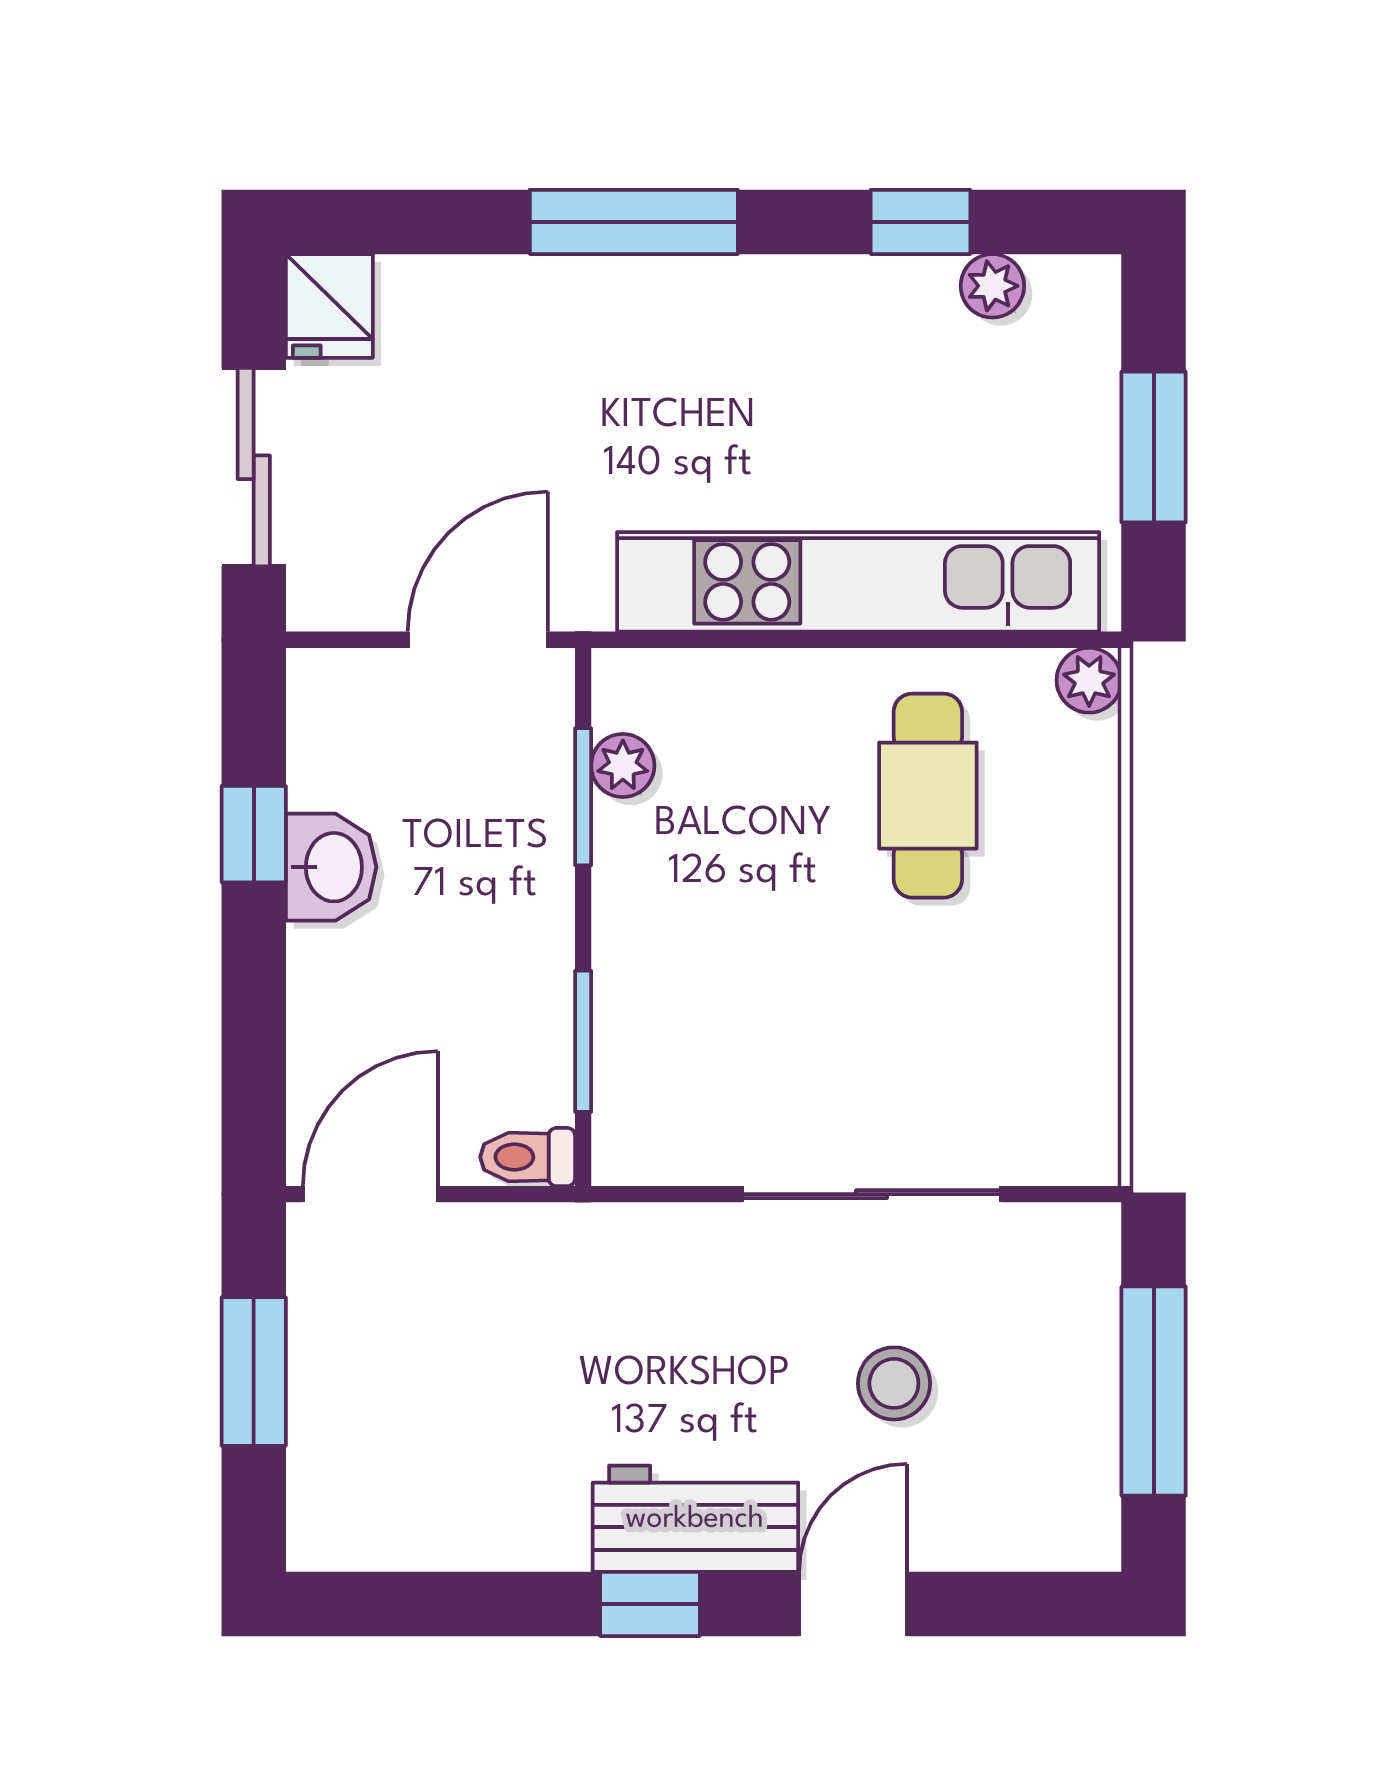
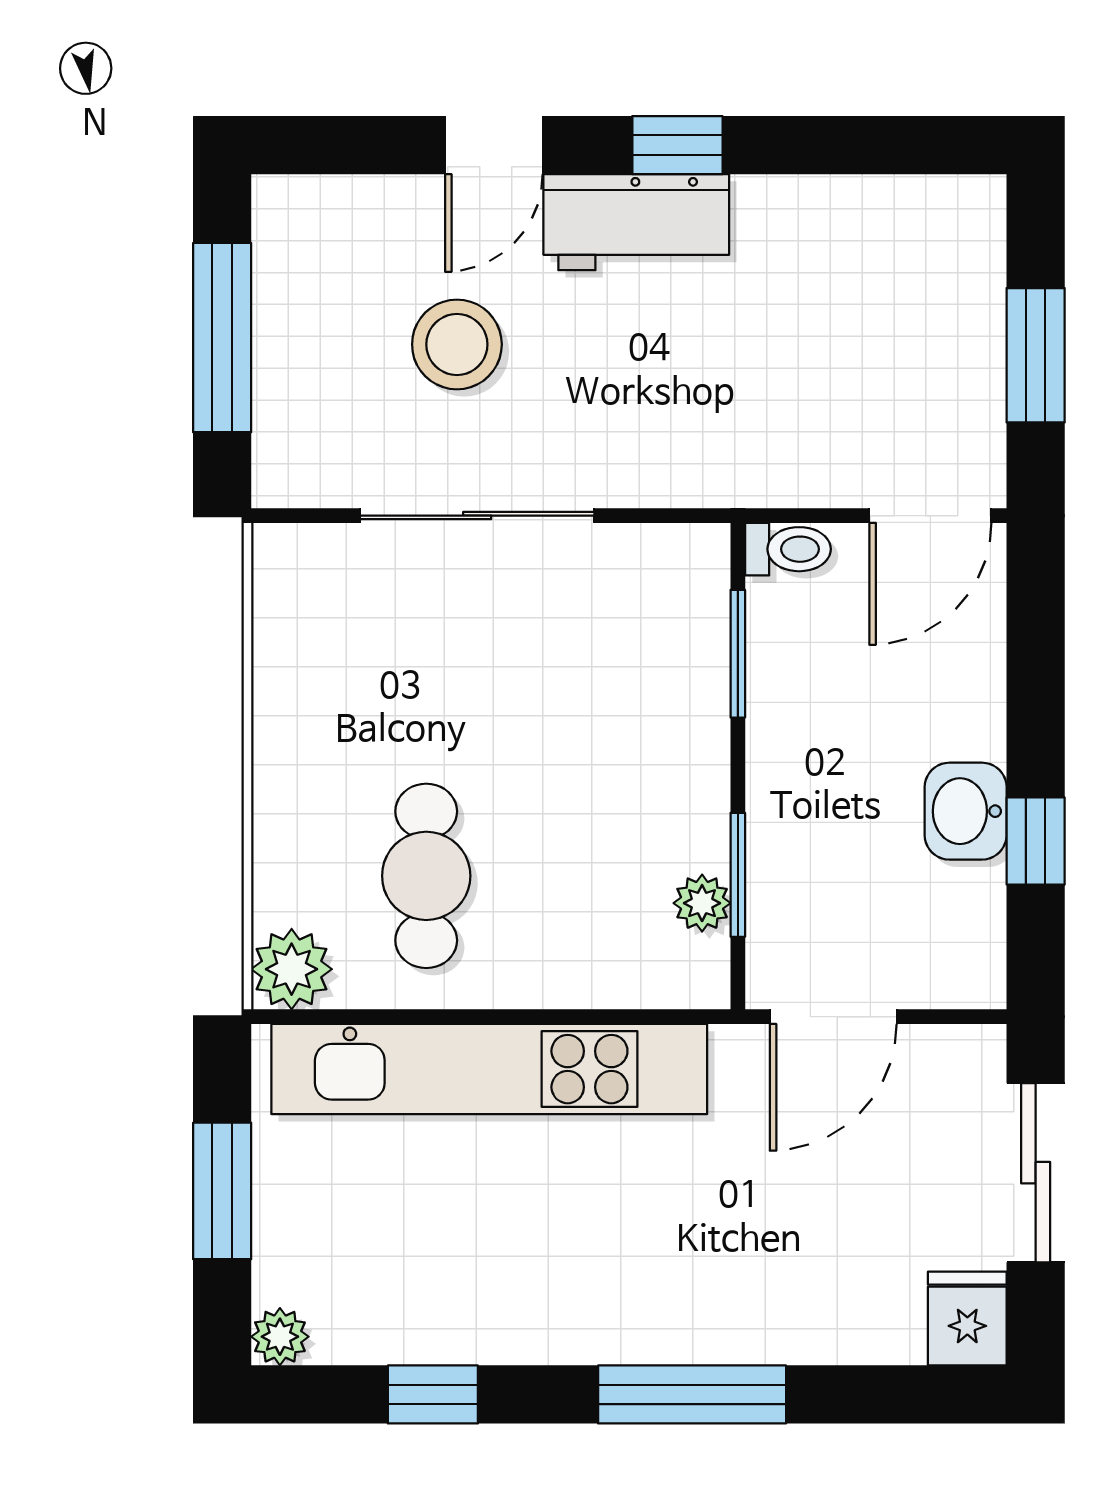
plant: (992, 286) -> (280, 1337), moved
plant: (1089, 680) -> (292, 969), width x1.38, depth x1.38
stool: (894, 1383) -> (457, 344), width x1.38, depth x1.38

